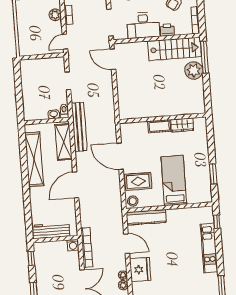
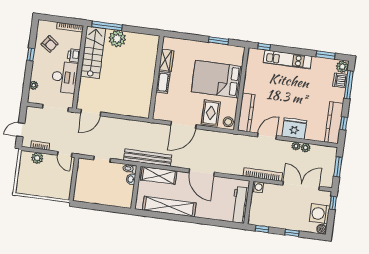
bed: (174, 180) -> (217, 79), width x1.50

